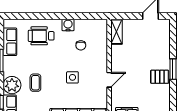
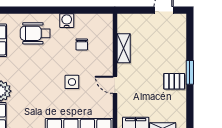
shelving: (116, 32) -> (124, 48), moved
door: (109, 80) -> (115, 85), swing flipped
coffee table: (35, 83) -> (29, 88), removed

